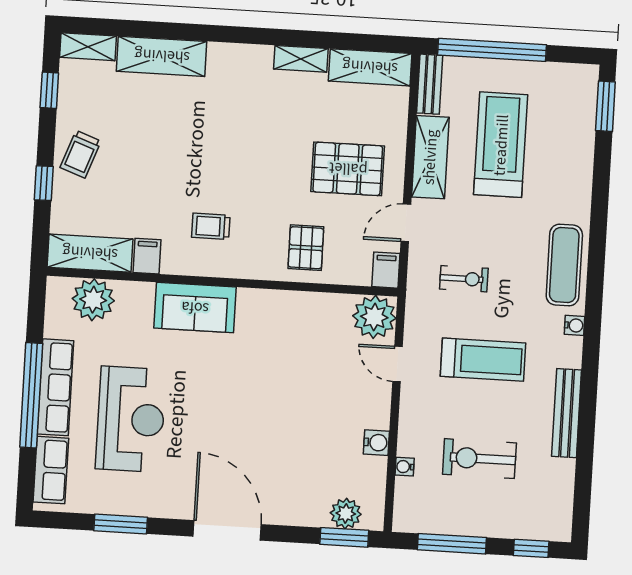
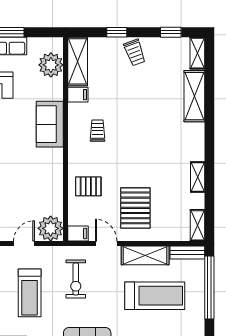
shelving: (370, 67) -> (197, 225), width x0.67, depth x0.75
trolley: (80, 154) -> (135, 53), turned -130
exercise bike: (464, 279) -> (76, 279), width x1.38, depth x1.39

